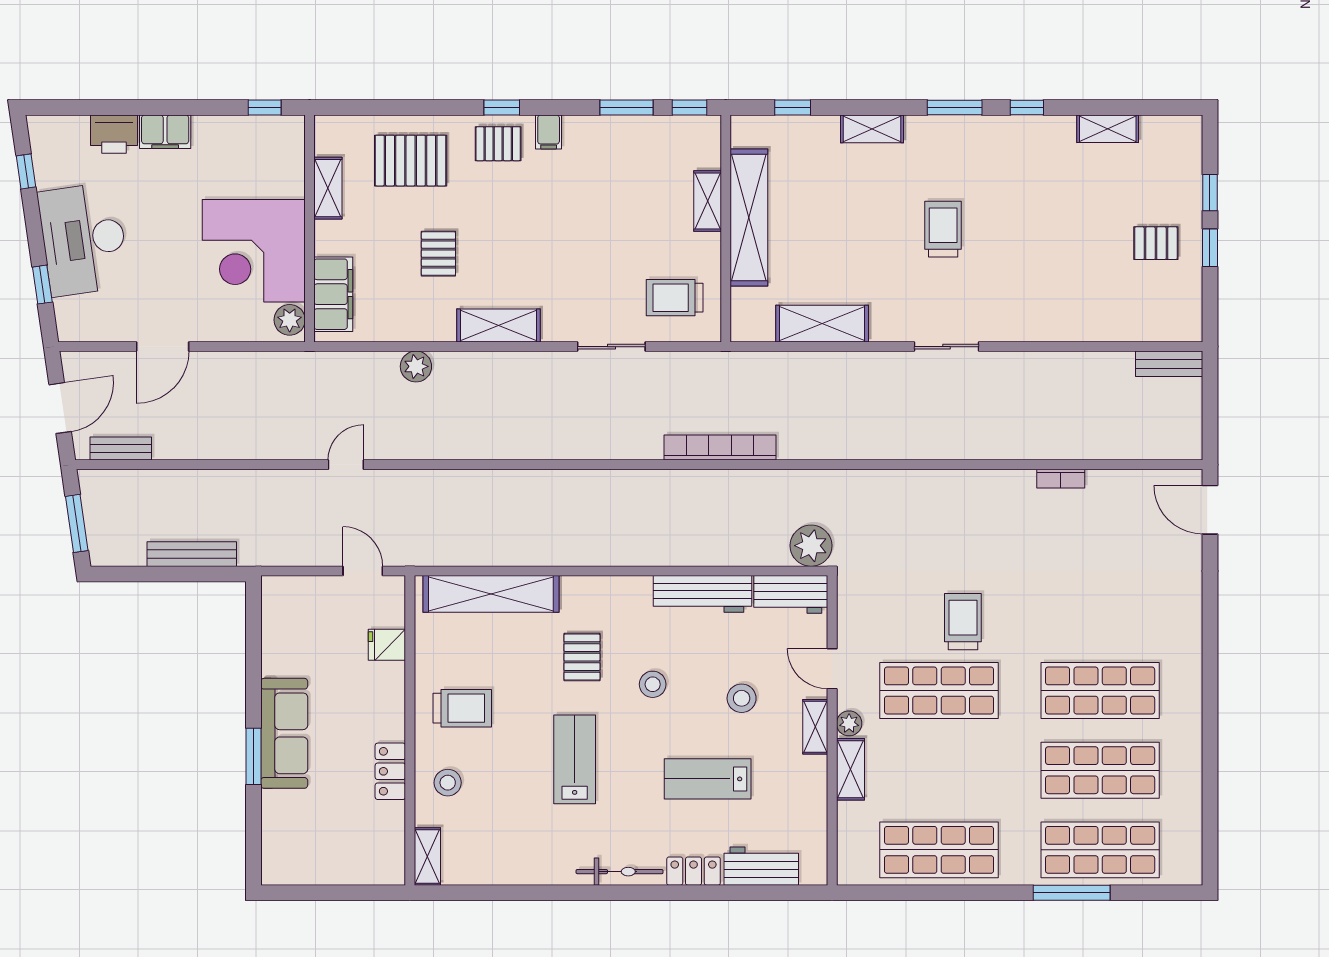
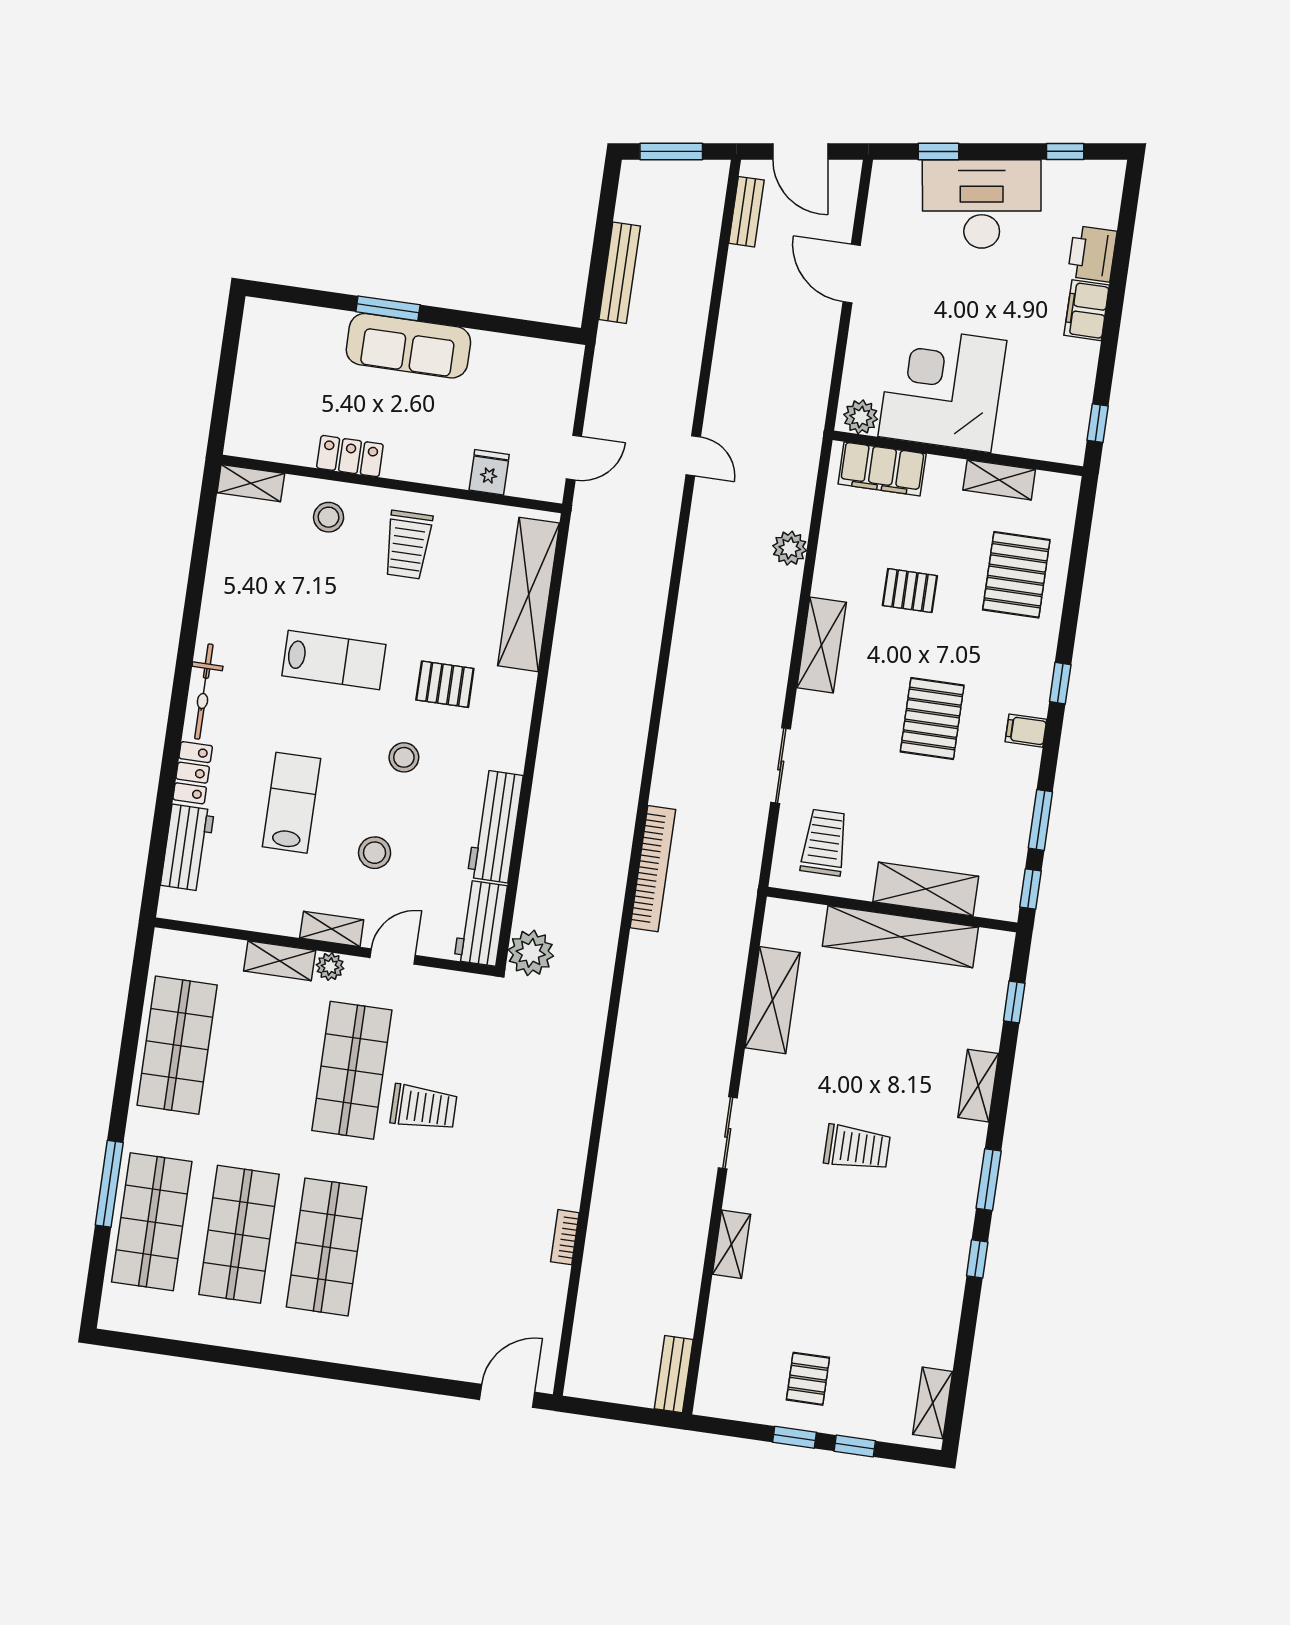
shelving: (1108, 129) -> (933, 1403), moved
pallet: (498, 144) -> (932, 718), moved, width x1.50, depth x1.42
shelving: (708, 201) -> (926, 889), width x1.50, depth x1.33
shelving: (1046, 329) -> (731, 1244), added

